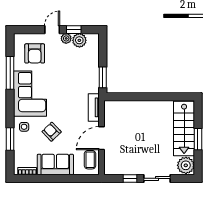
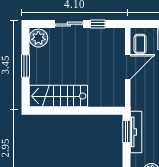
tv unit: (94, 107) -> (136, 132), moved, width x1.41
stairs: (184, 128) -> (58, 96), moved, turned -90

